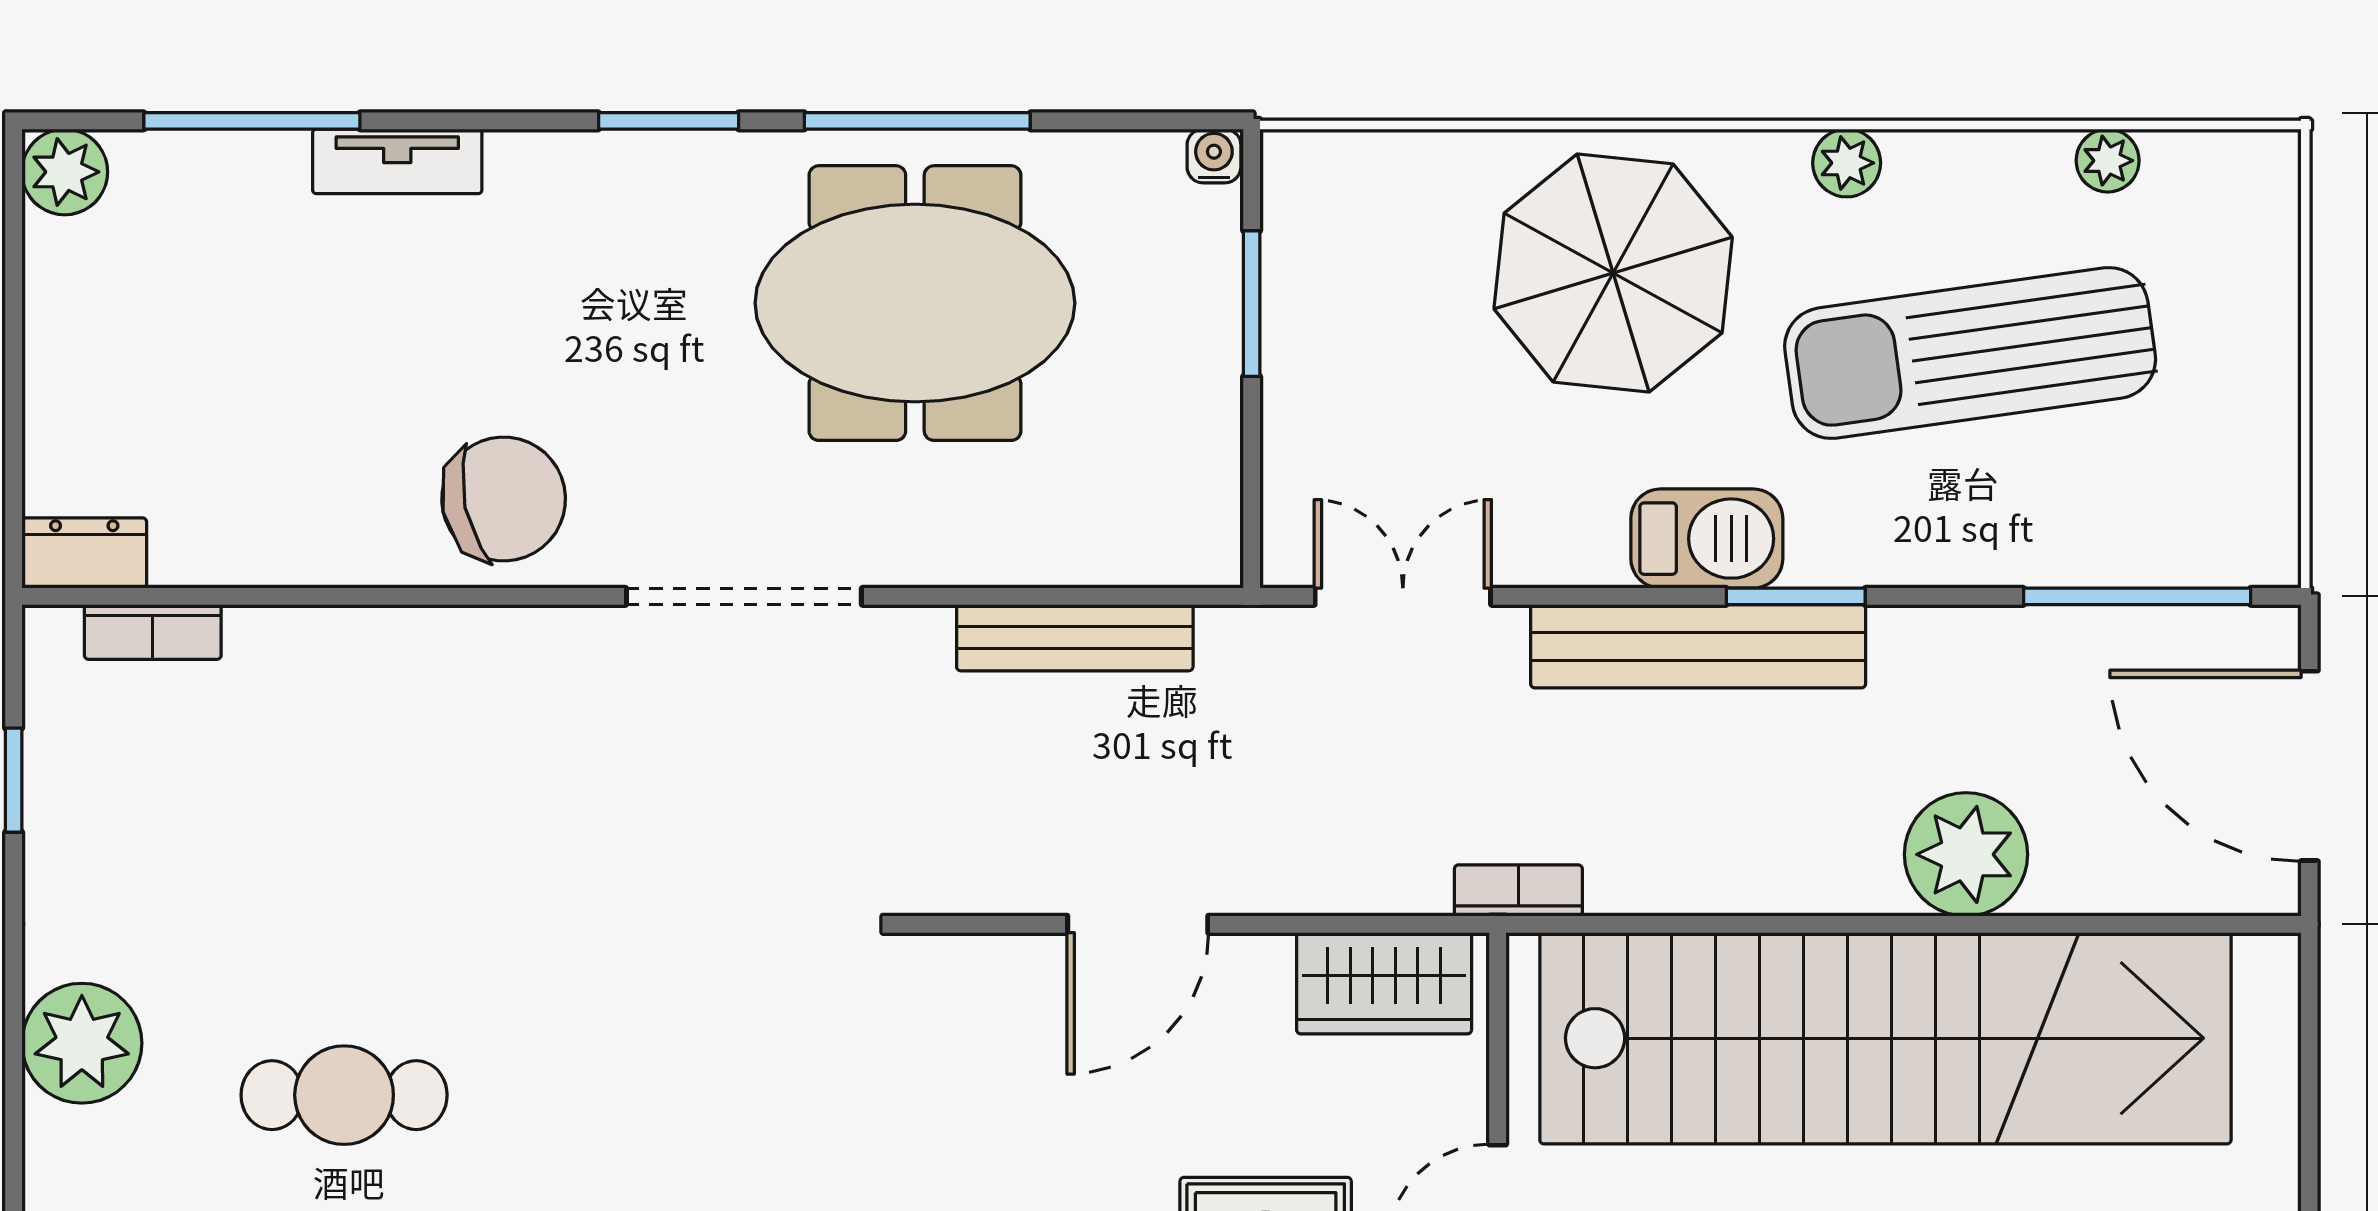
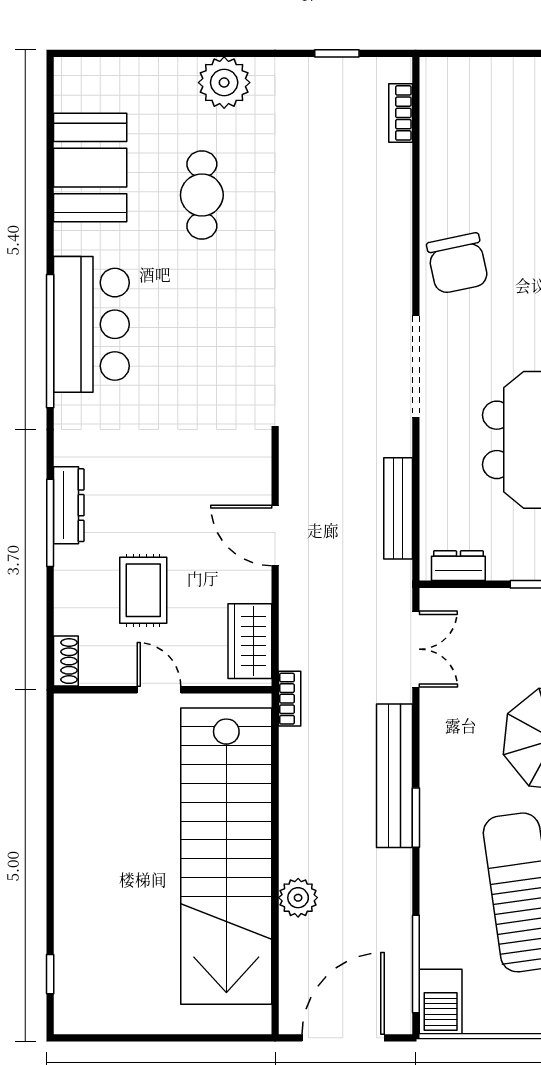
barbecue: (1707, 539) -> (441, 1002), moved
dresser: (84, 553) -> (458, 566), moved, turned -90
plant: (1966, 854) -> (298, 898), width x0.73, depth x0.73

